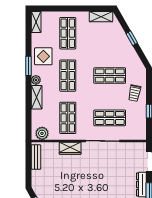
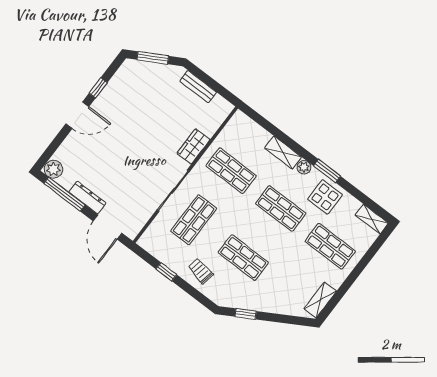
window: (132, 38) -> (246, 314), moved
shop shelf: (110, 76) -> (243, 258), turned 90
plant: (42, 133) -> (236, 127), removed
bench: (36, 157) -> (198, 87), moved

